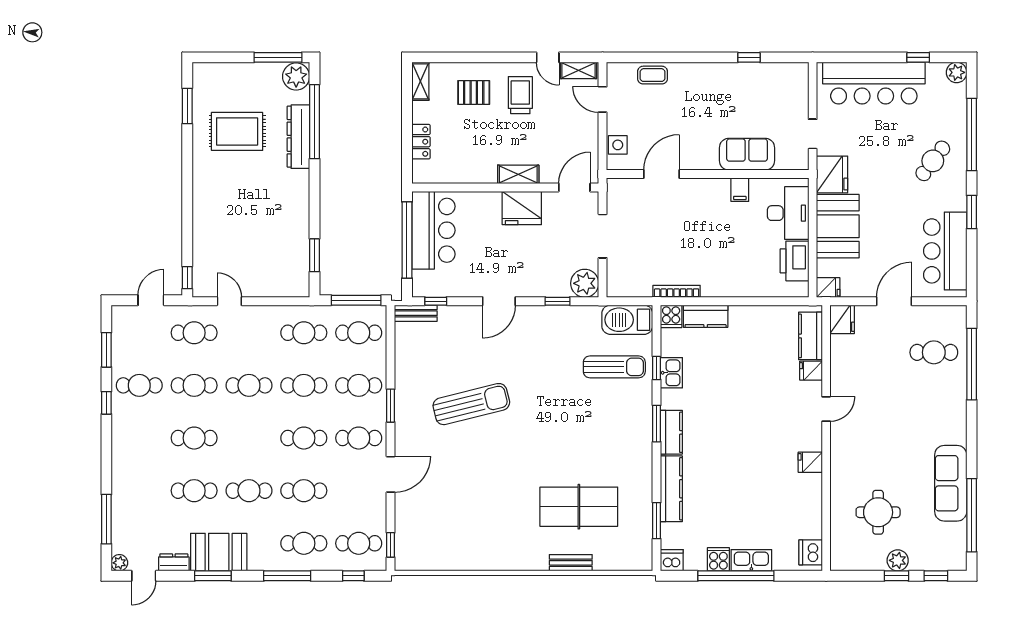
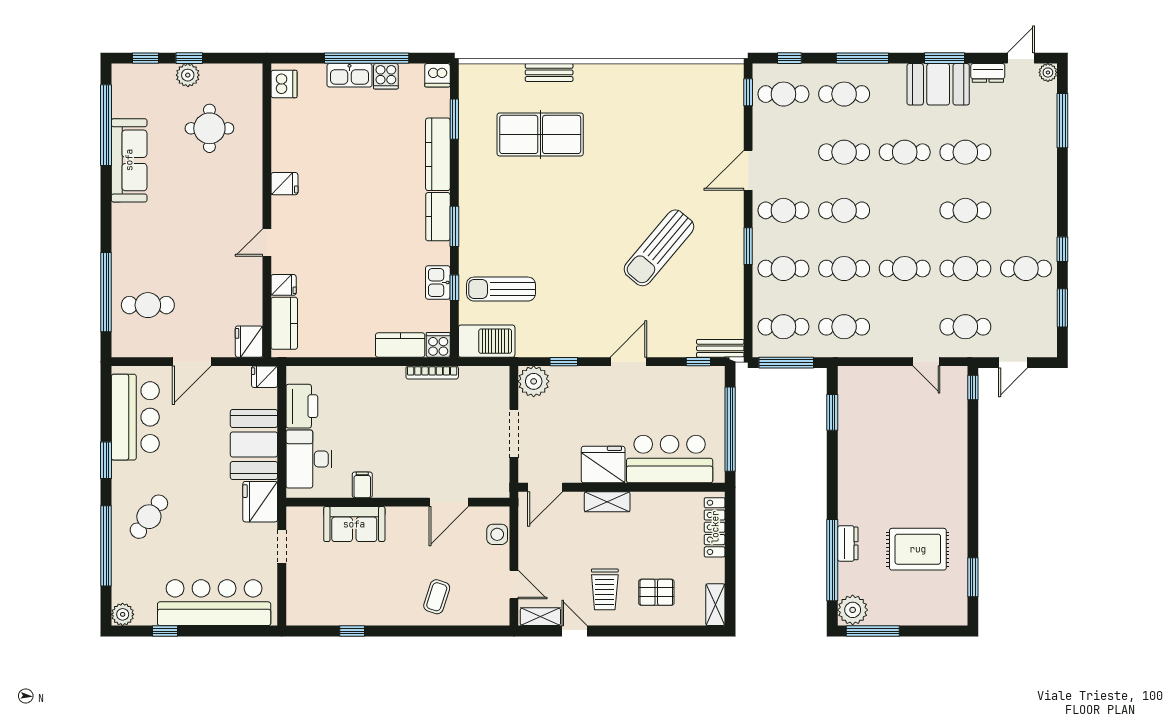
coffee table: (653, 75) -> (437, 597), moved, turned -72
dresser: (298, 137) -> (848, 543), width x0.51, depth x0.80
locker: (421, 142) -> (715, 527), width x1.53
bar counter: (433, 230) -> (670, 459), moved, turned 90
sun lounger: (471, 404) -> (659, 248), turned -36

